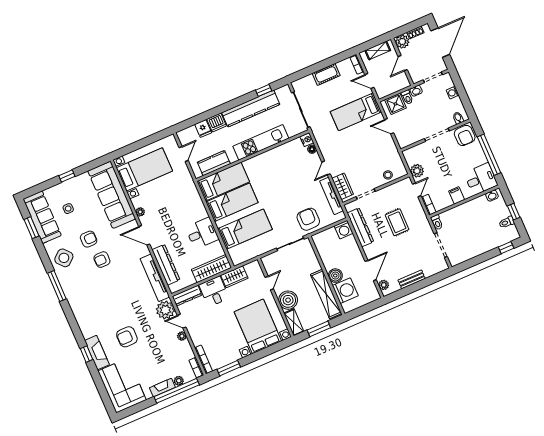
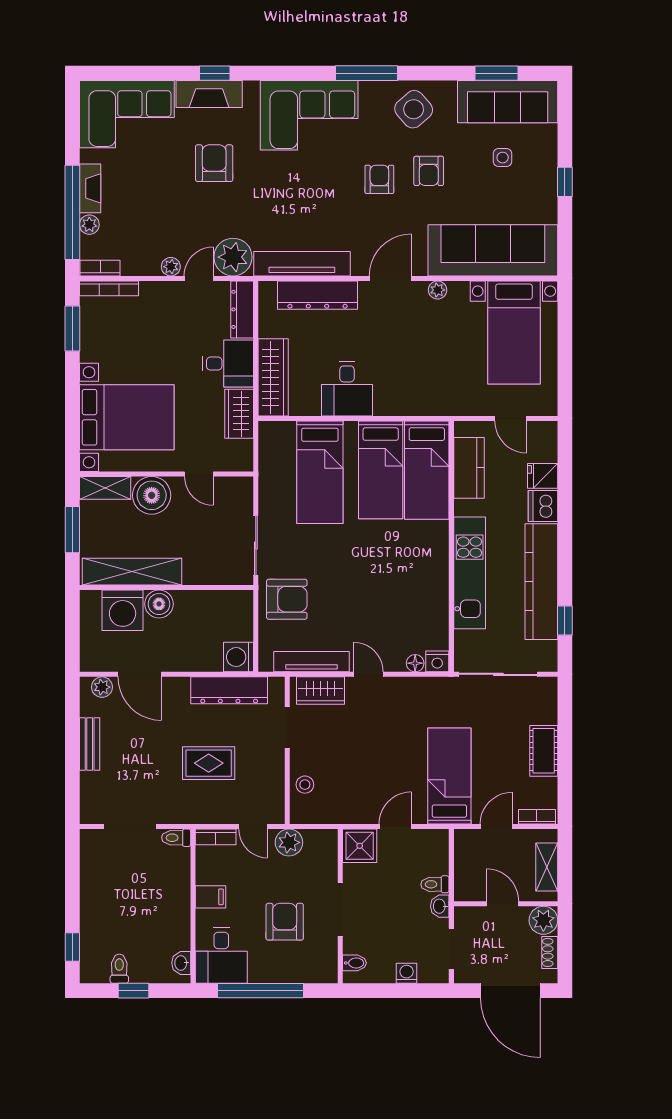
shower: (395, 104) -> (360, 846), moved
armchair: (465, 135) -> (285, 922), moved, turned 90
corner sofa: (87, 303) -> (309, 115), added

